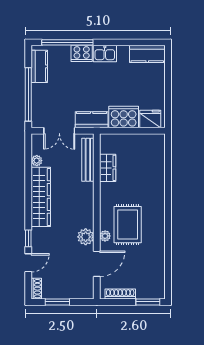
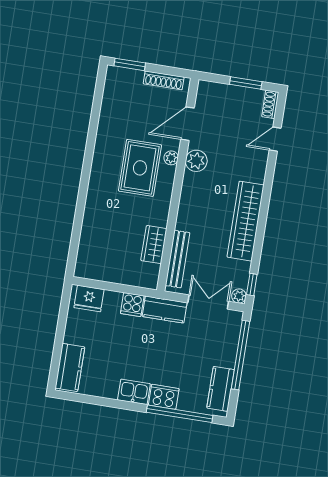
kitchen counter: (147, 54) -> (70, 367), moved, turned 90
cooker: (124, 117) -> (132, 305), width x0.53, depth x0.76
plant: (37, 161) -> (239, 296), moved
window: (28, 238) -> (252, 284), moved

